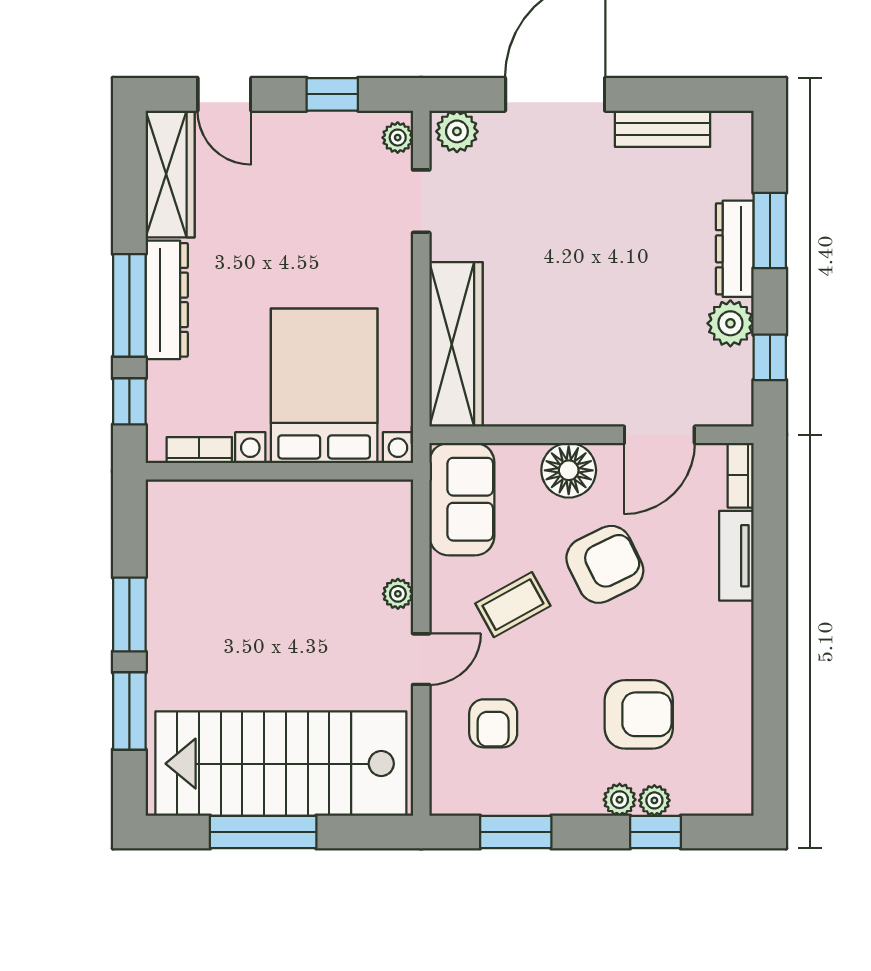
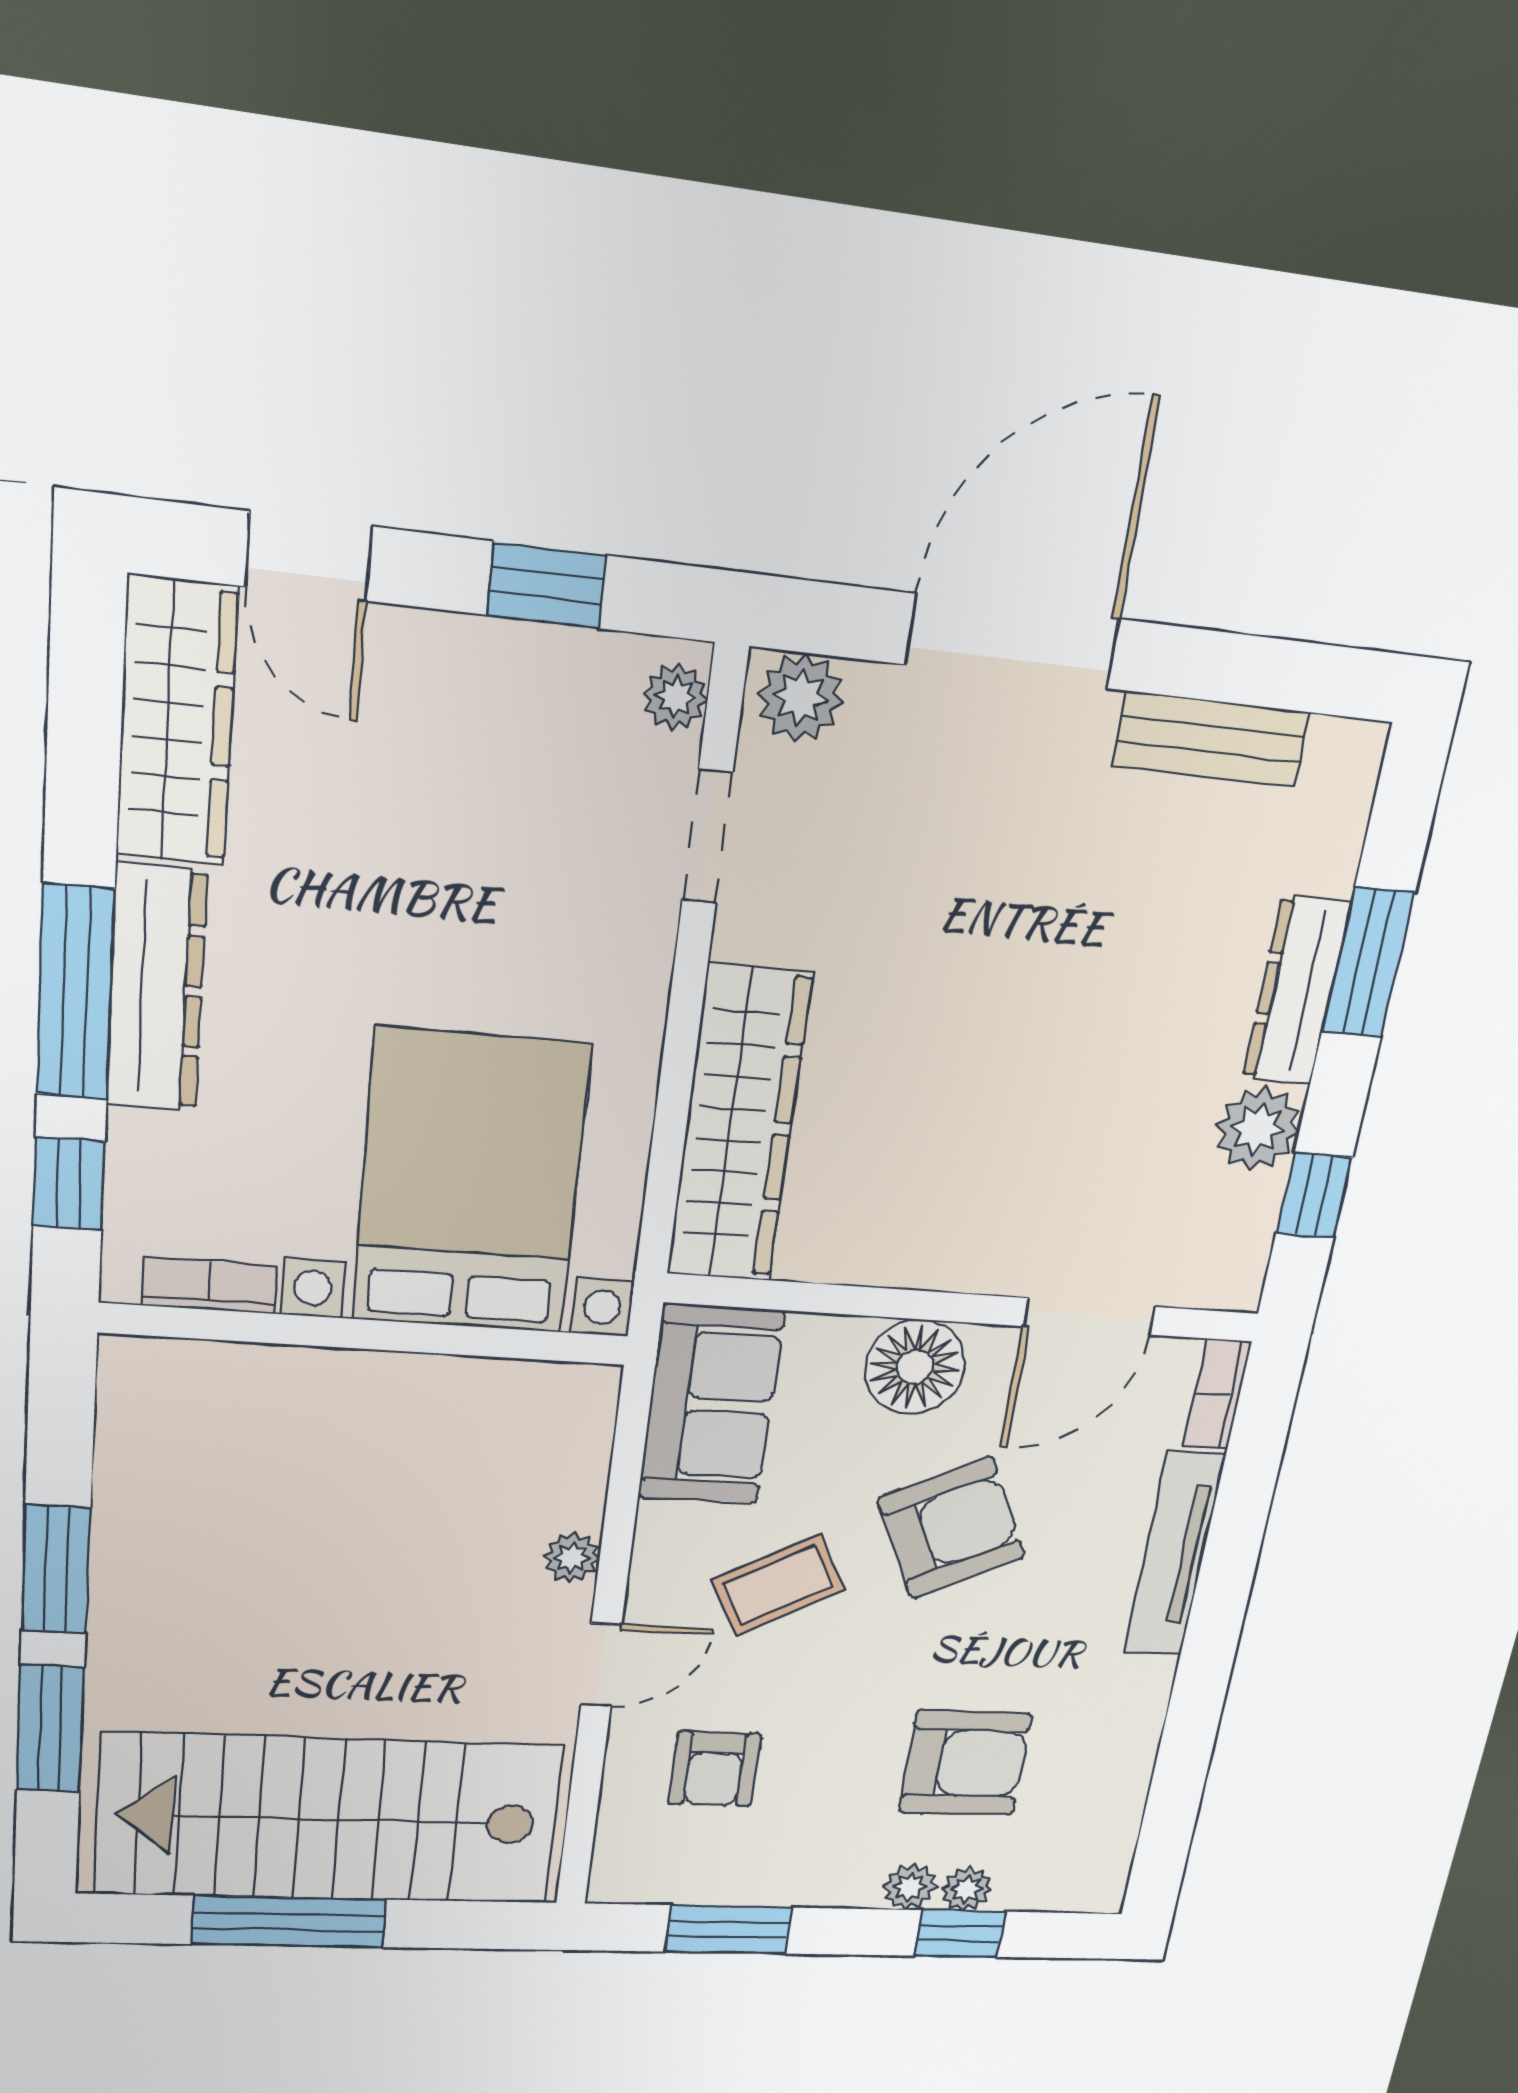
tv unit: (736, 556) -> (1174, 1554), width x1.41

